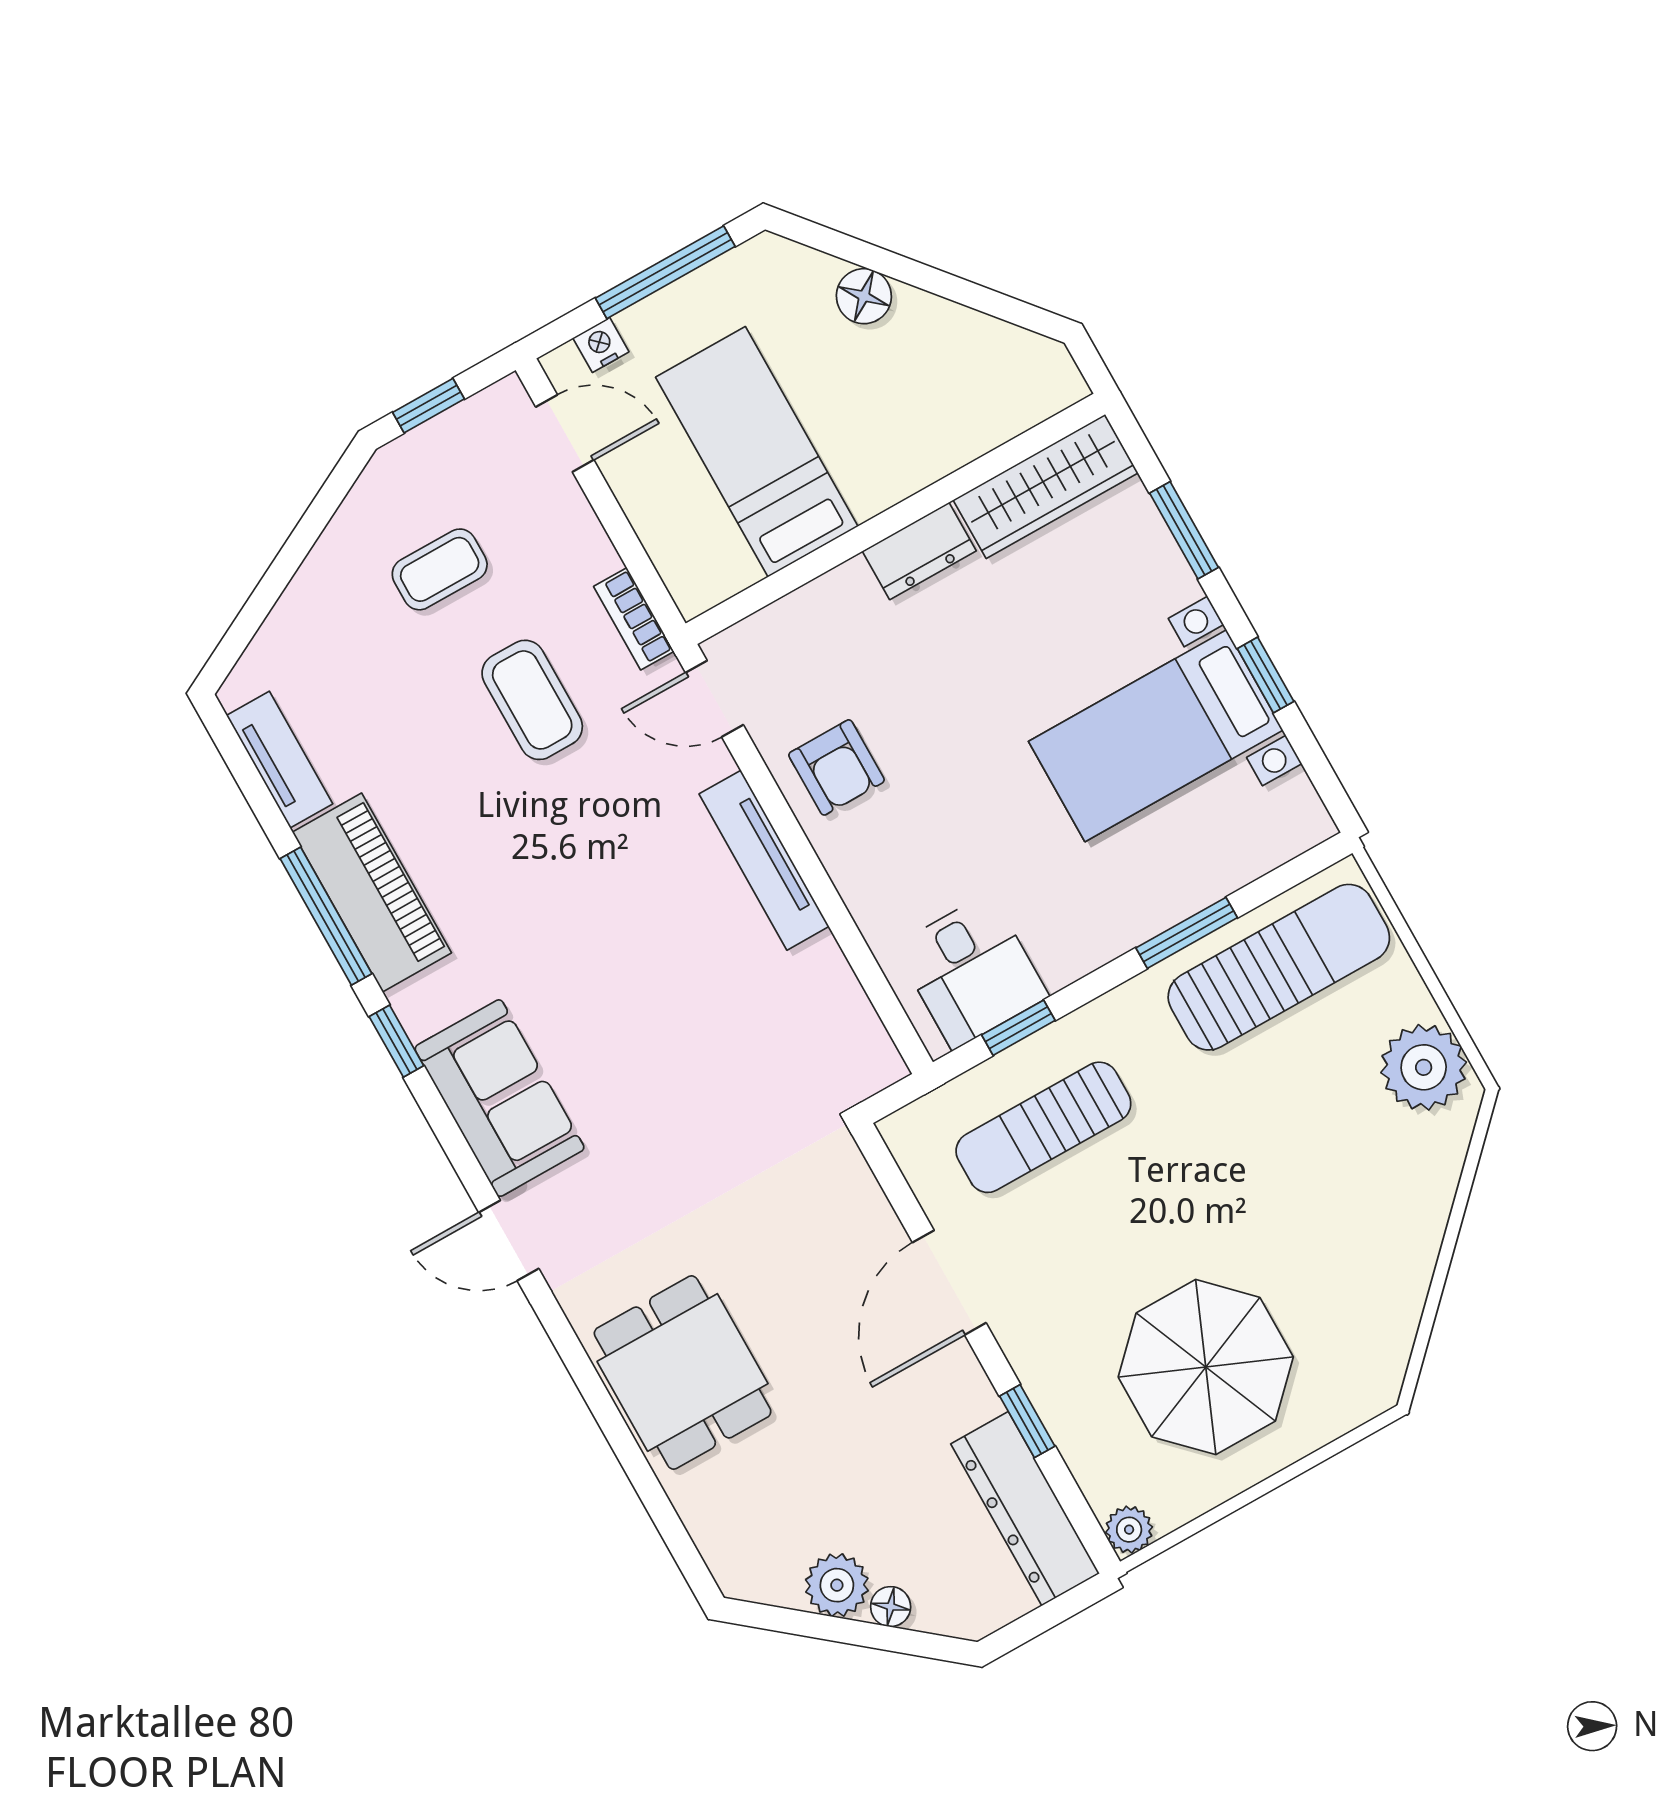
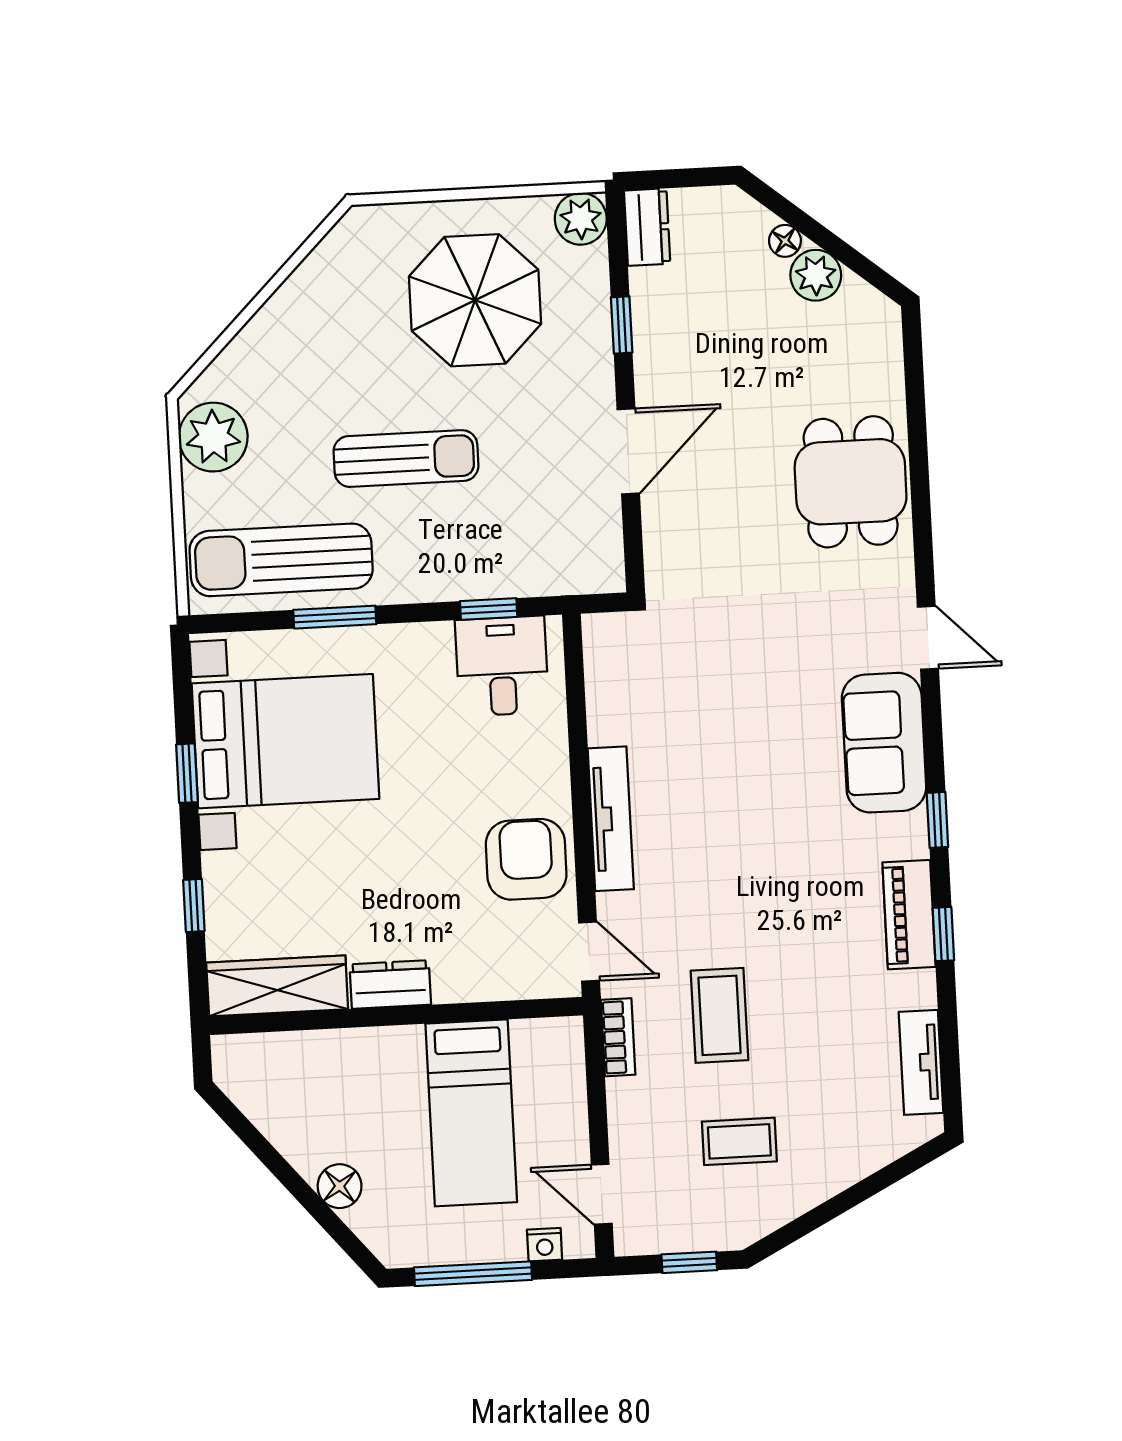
window: (1184, 530) -> (194, 905), width x0.67
bed with nightstands: (1156, 736) -> (285, 741), width x1.36
armchair: (836, 767) -> (526, 859), width x1.38, depth x1.38
piano: (372, 892) -> (909, 915), width x0.73, depth x0.75
window: (326, 916) -> (943, 934), width x0.46
sun lounger: (1043, 1127) -> (406, 459), moved
dresser: (1025, 1509) -> (647, 227), width x0.51, depth x0.80
plant: (1129, 1530) -> (581, 219), width x1.38, depth x1.38

